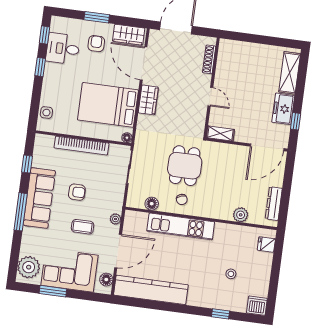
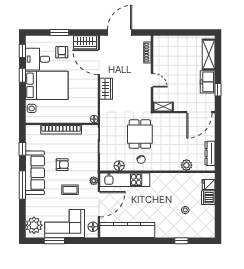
bed: (108, 105) -> (47, 85), moved, turned 180
kitchen unit: (181, 226) -> (125, 180), moved
dishwasher: (257, 306) -> (208, 198), moved, turned -90

